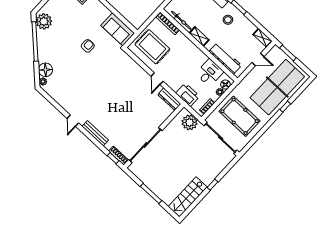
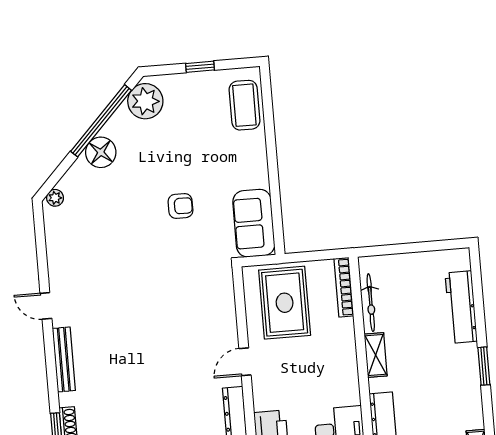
stool: (228, 20) -> (447, 370), removed
floor lamp: (45, 70) -> (101, 152), moved
door: (73, 121) -> (46, 306), hinge flipped

